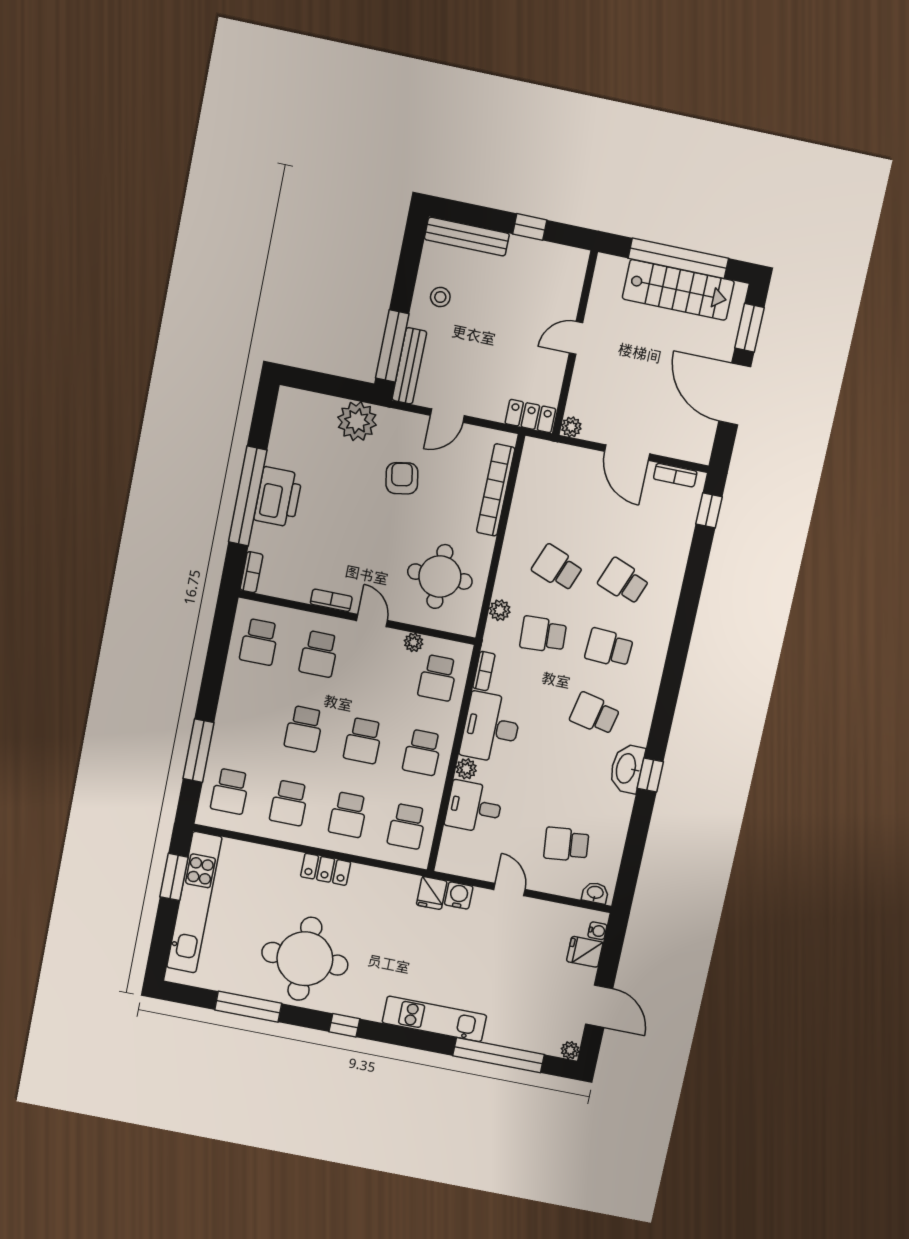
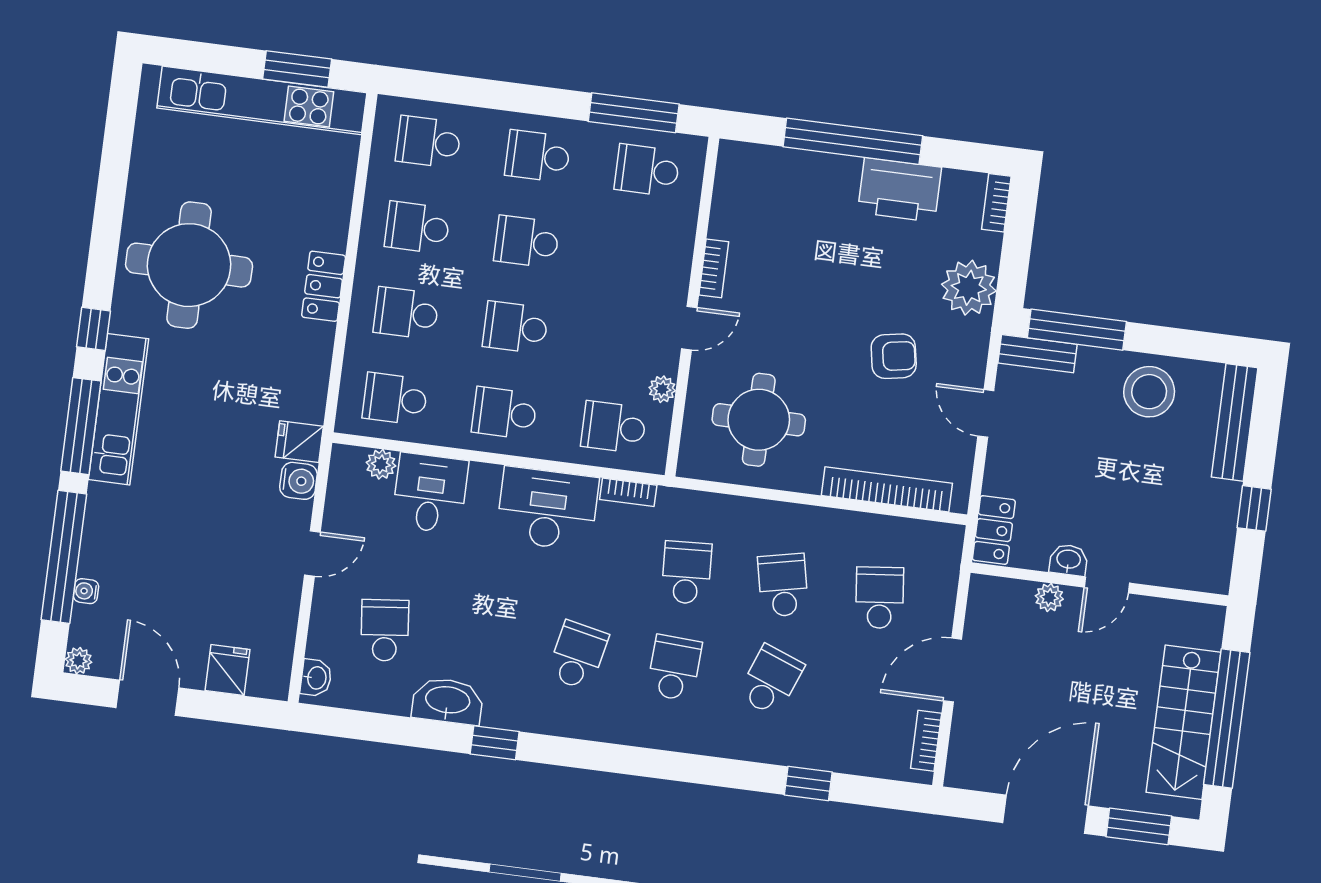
stool: (440, 297) -> (1149, 392), width x1.89, depth x1.89
door: (576, 338) -> (1107, 585), swing flipped
washbasin: (556, 364) -> (1069, 560), added
bench: (409, 366) -> (1037, 354), width x0.73
plant: (571, 427) -> (1049, 597), moved
printer: (278, 497) -> (900, 190), moved
school desk: (572, 501) -> (880, 598), added
window: (709, 510) -> (808, 783), moved
school desk: (557, 568) -> (783, 585), turned -33
bookcase: (251, 572) -> (996, 203), moved, turned 90
plant: (500, 610) -> (717, 508), removed
school desk: (319, 654) -> (538, 156), moved
window: (198, 751) -> (634, 113), moved
plant: (466, 769) -> (381, 464), moved
washbasin: (627, 769) -> (448, 701), moved
water cooler: (597, 931) -> (86, 591), moved, turned 90
door: (599, 1006) -> (147, 698), swing flipped
window: (248, 1007) -> (81, 426), moved
kitchen unit: (434, 1019) -> (119, 409), moved

